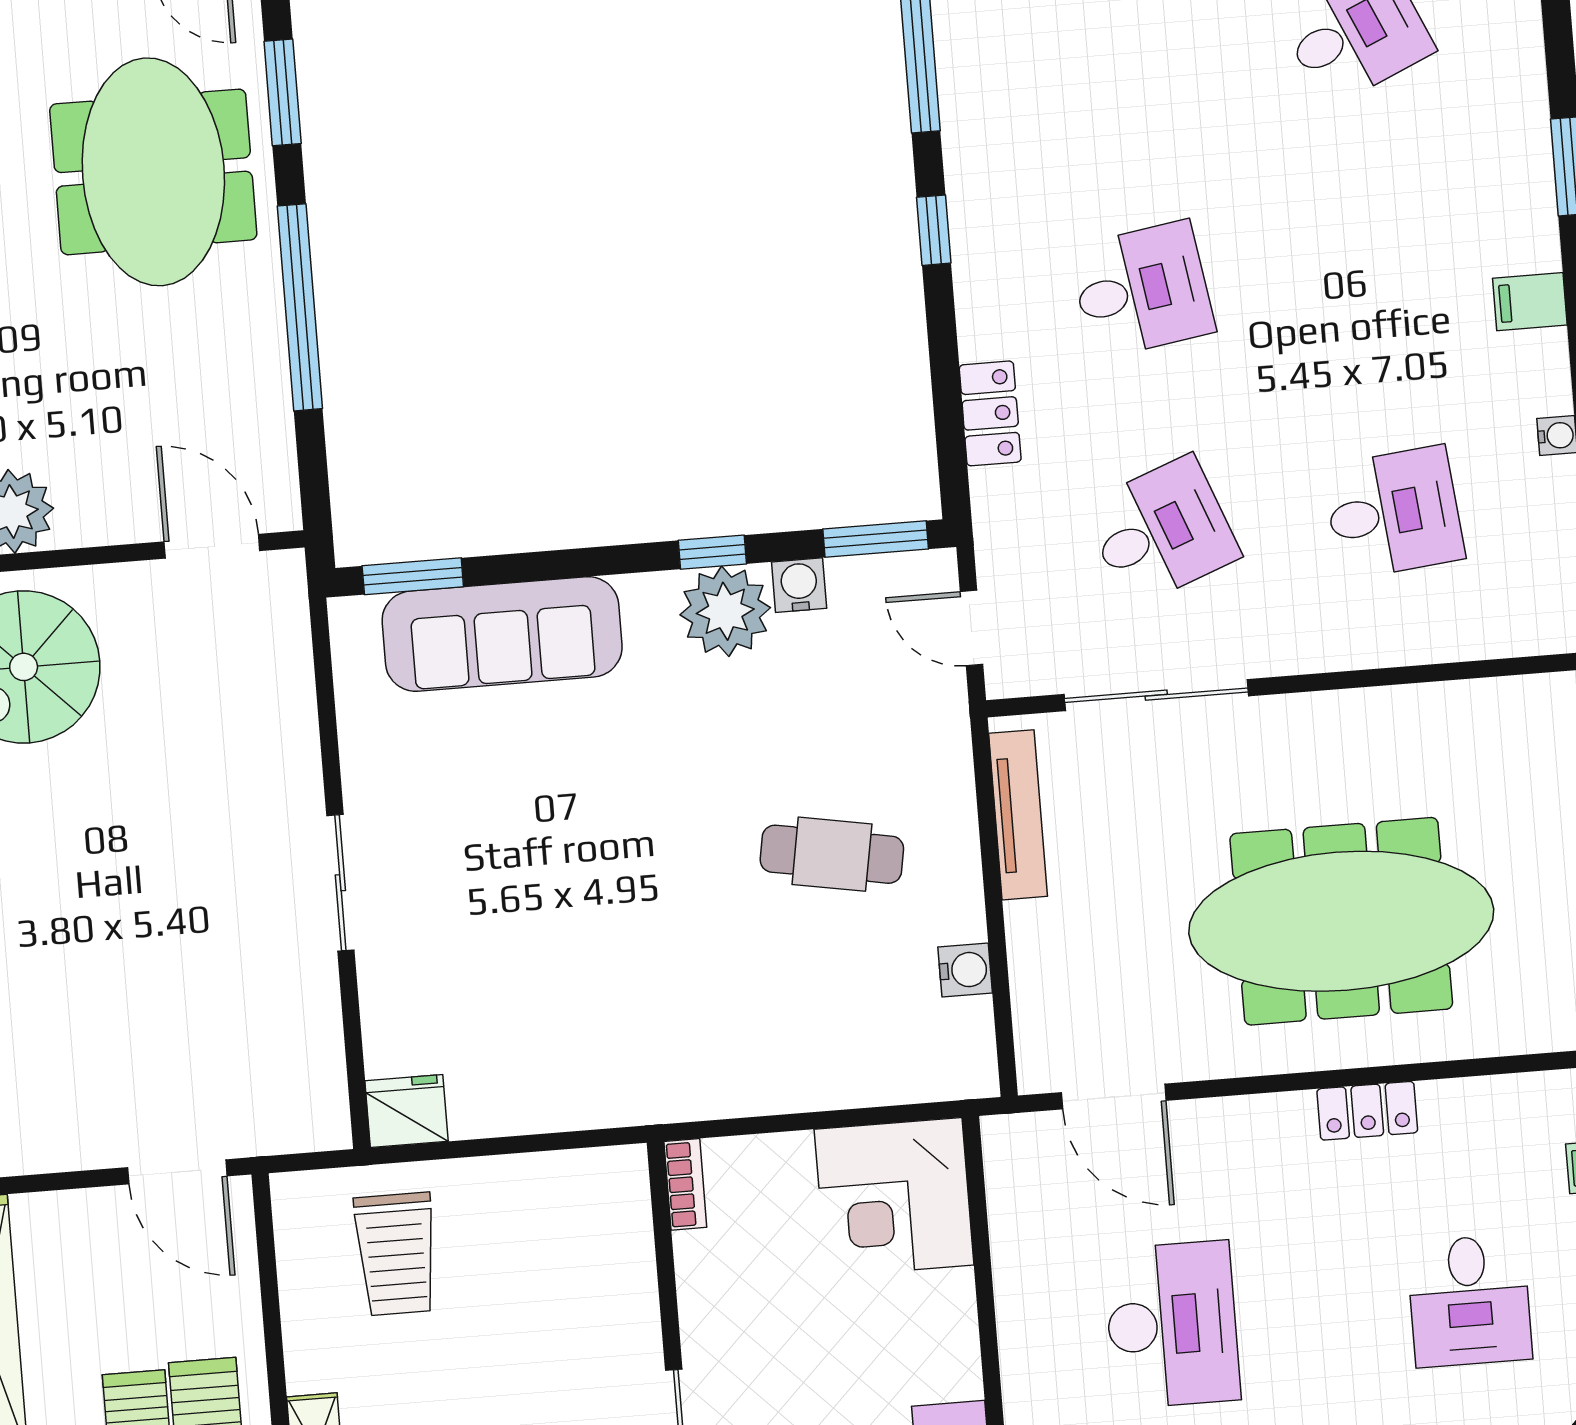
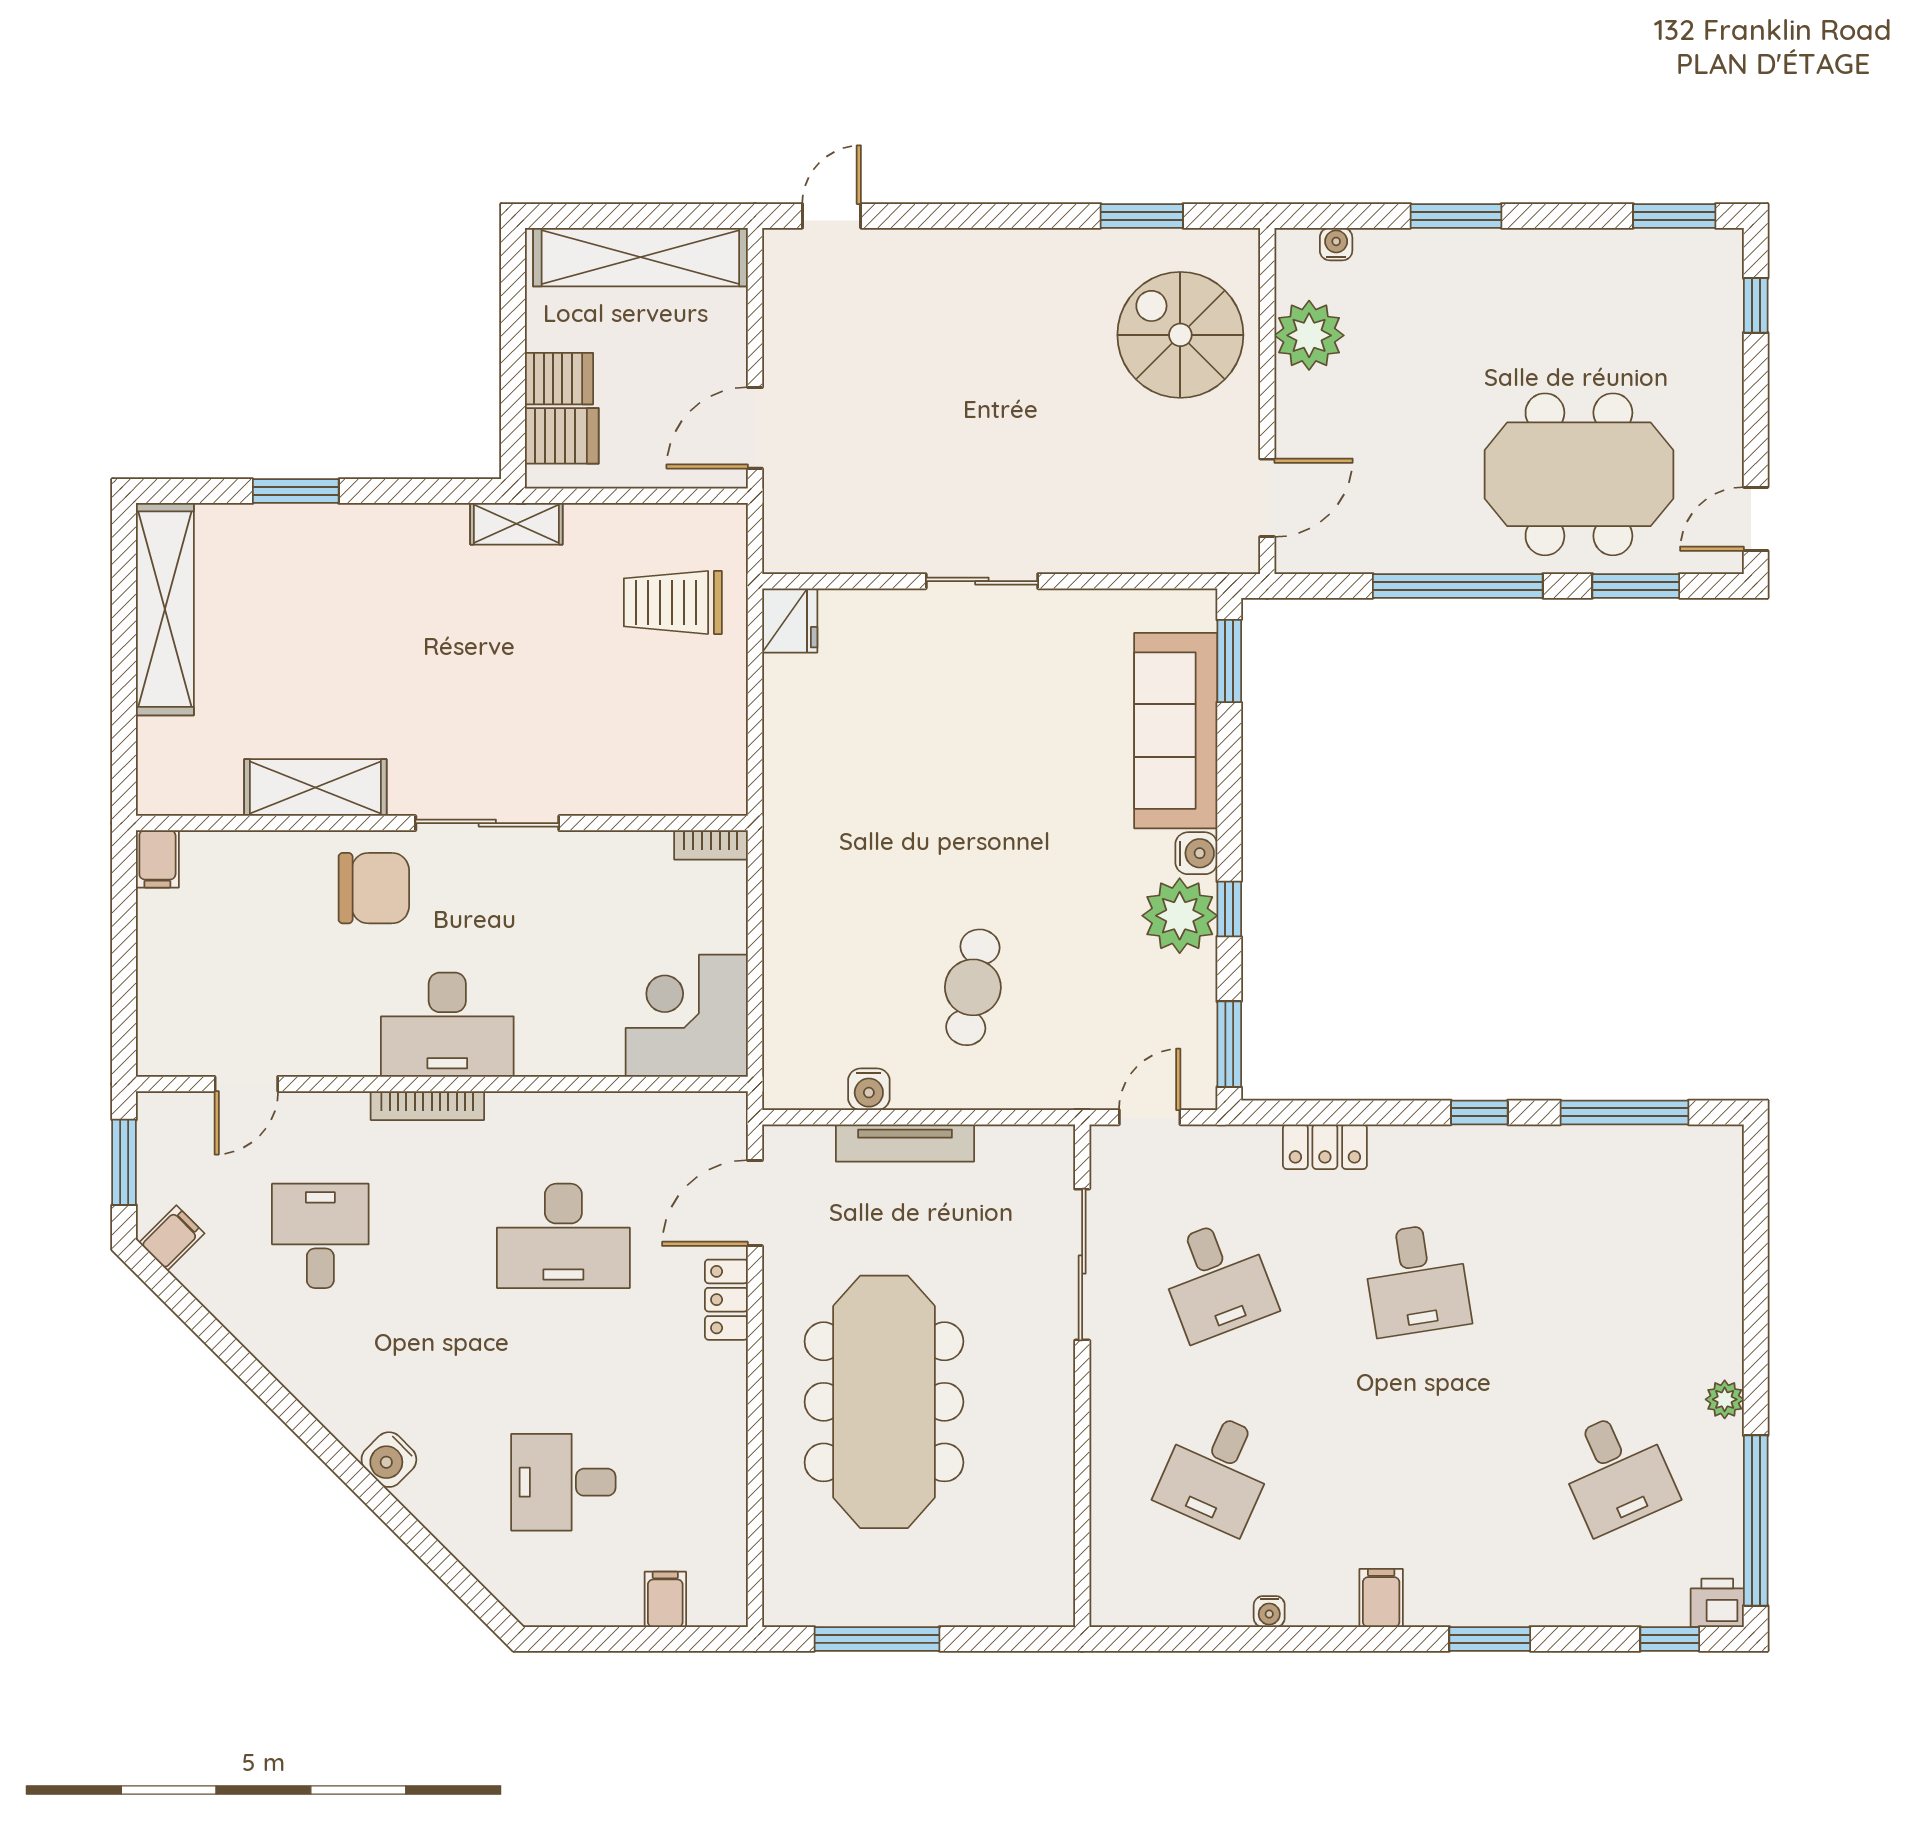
desk: (1393, 513) -> (1217, 1472), turned 30
water cooler: (799, 585) -> (1196, 853), moved
tv unit: (1018, 815) -> (905, 1143), moved
locker: (1367, 1111) -> (726, 1300), moved

